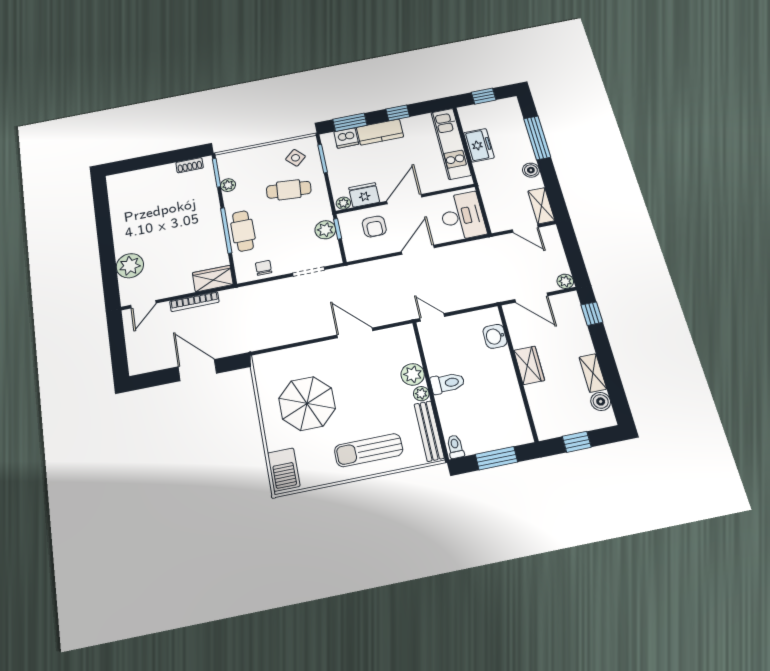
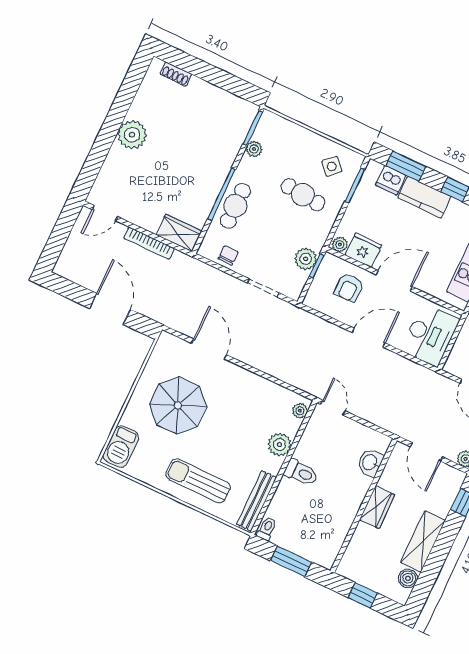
shoe rack: (190, 165) -> (176, 74), moved
plant: (130, 266) -> (132, 135), moved
door: (355, 333) -> (209, 349), moved
shelving: (593, 373) -> (423, 541), width x1.50, depth x1.33
plant: (421, 394) -> (300, 411), moved

